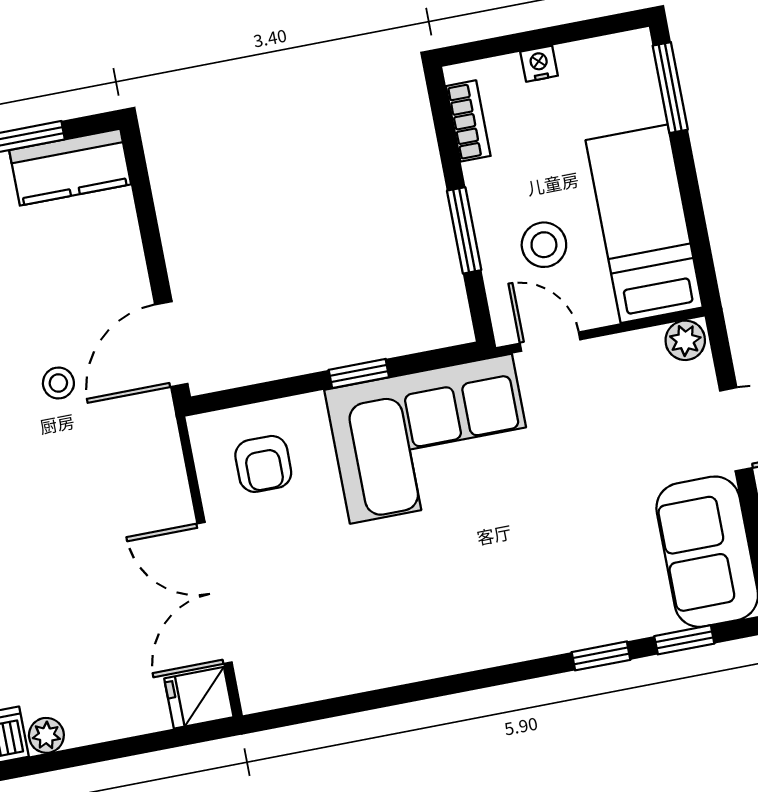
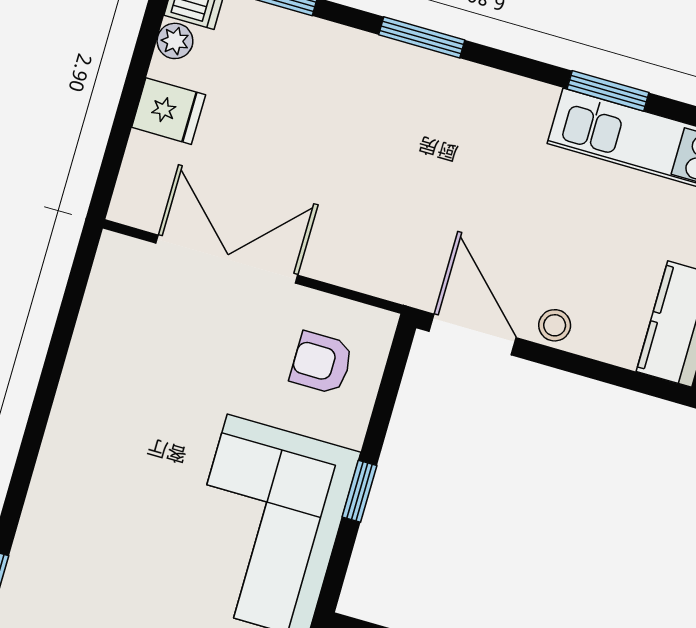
stool: (58, 383) -> (555, 325), moved
fridge: (199, 698) -> (169, 111), moved, turned 90

